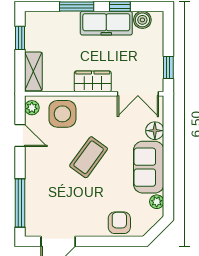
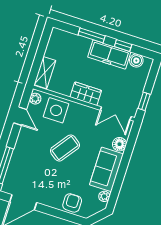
window: (20, 38) -> (43, 45), removed

